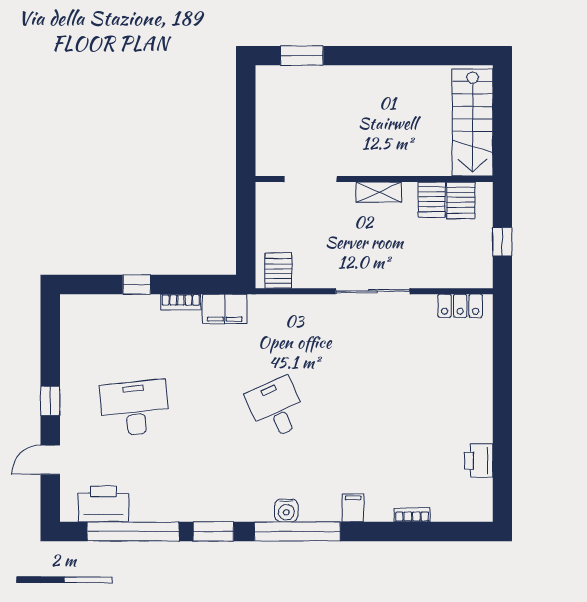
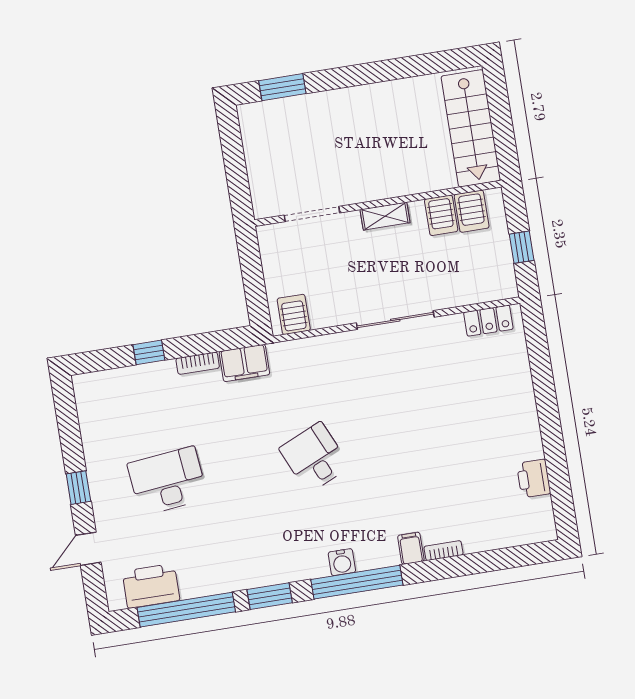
bookcase: (412, 515) -> (444, 551), moved

